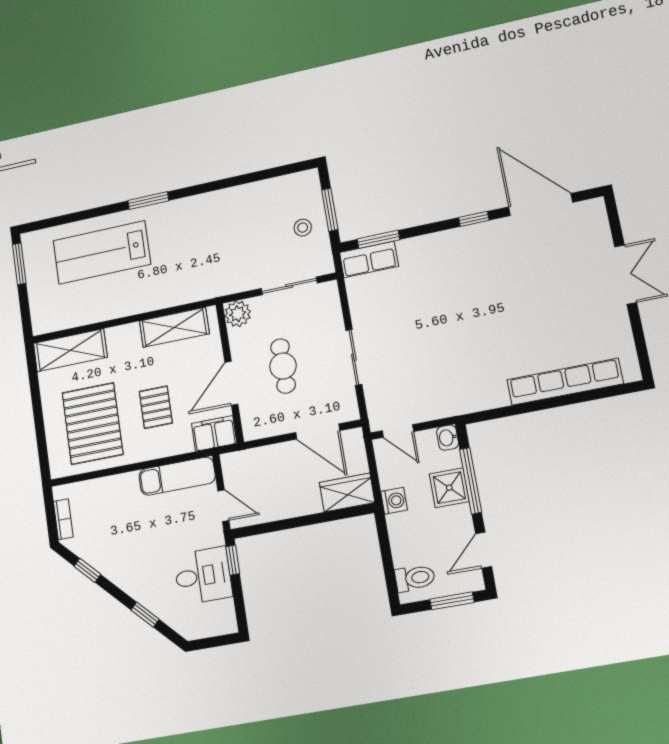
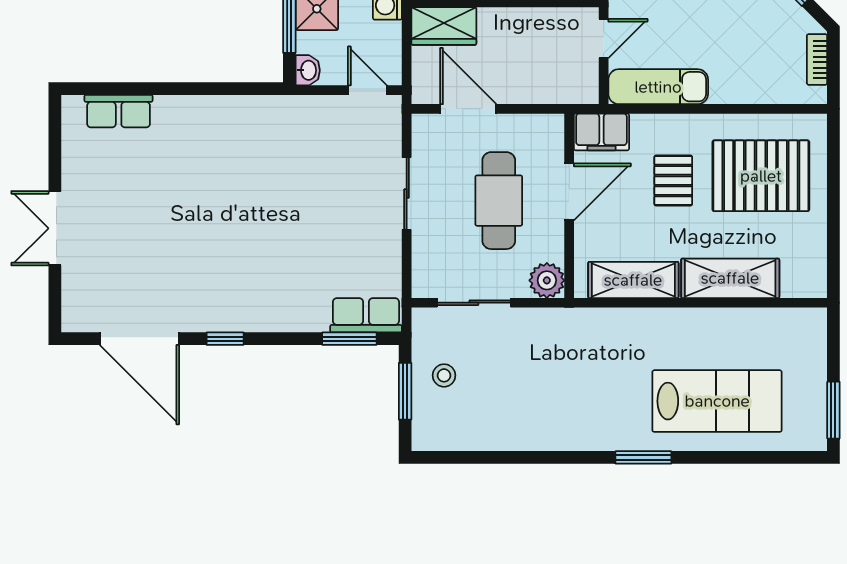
shelving: (70, 350) -> (730, 278), moved
cafe table: (283, 366) -> (499, 201), width x1.37, depth x1.35
row of seats: (565, 382) -> (119, 111), width x0.50
pallet: (93, 424) -> (761, 176), turned 90
door: (223, 506) -> (604, 38), swing flipped

